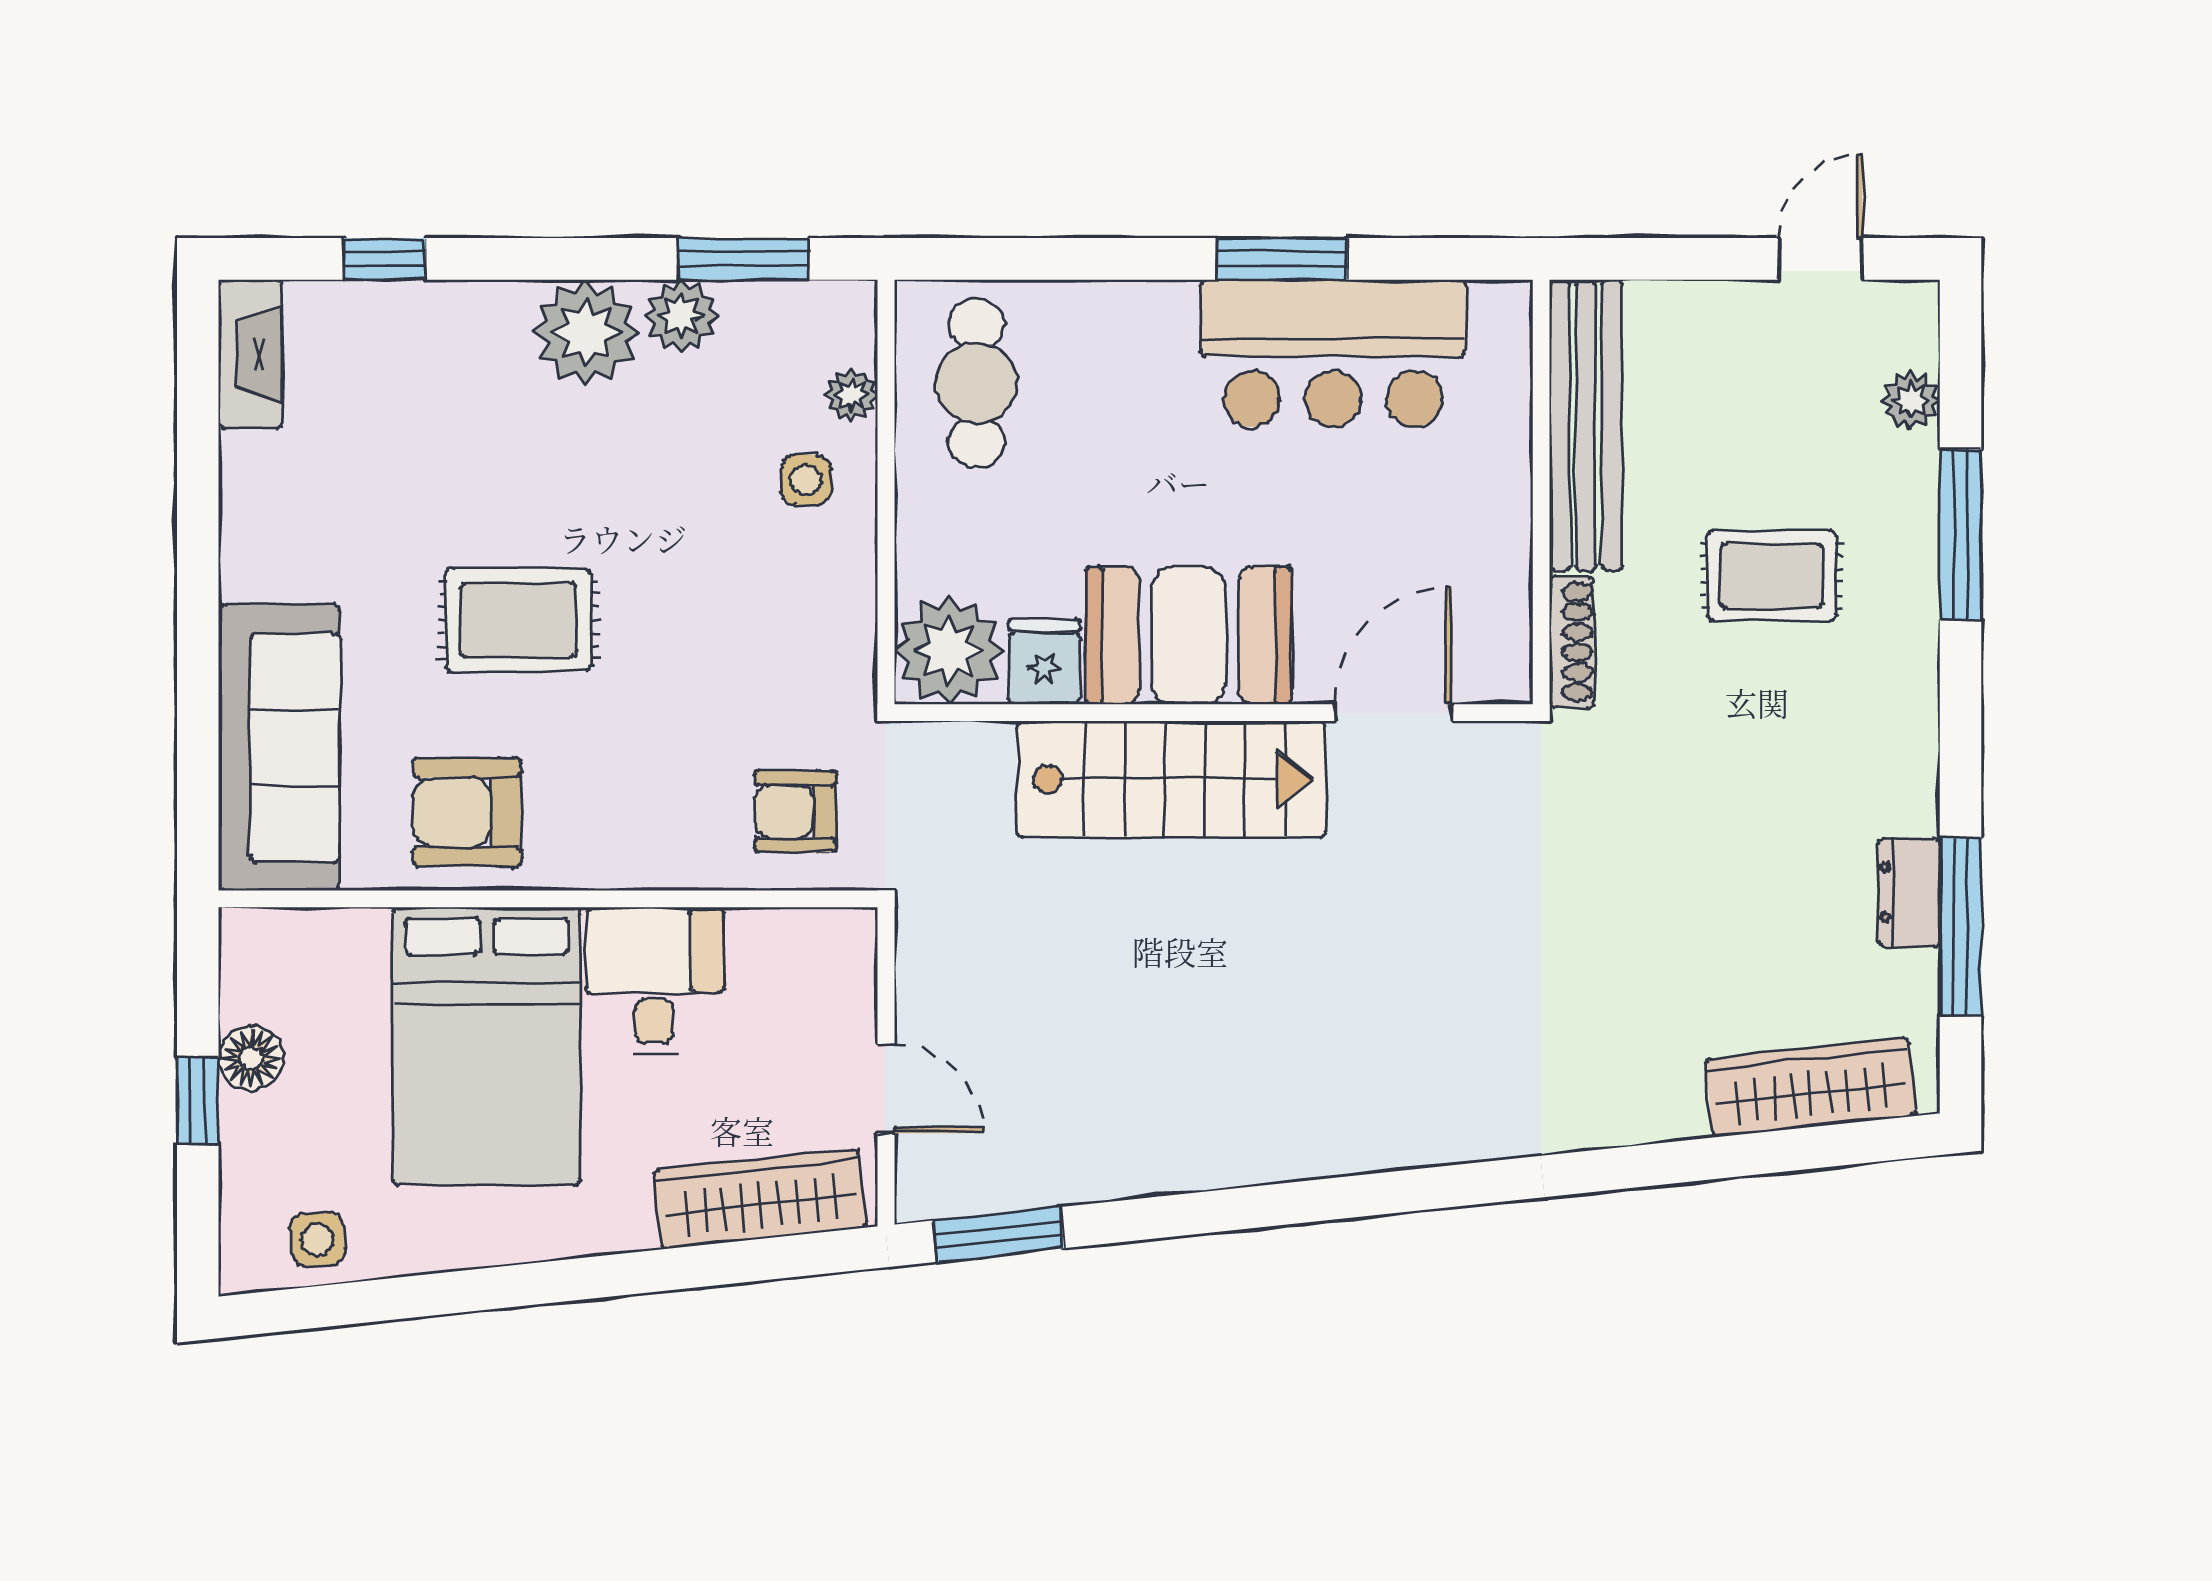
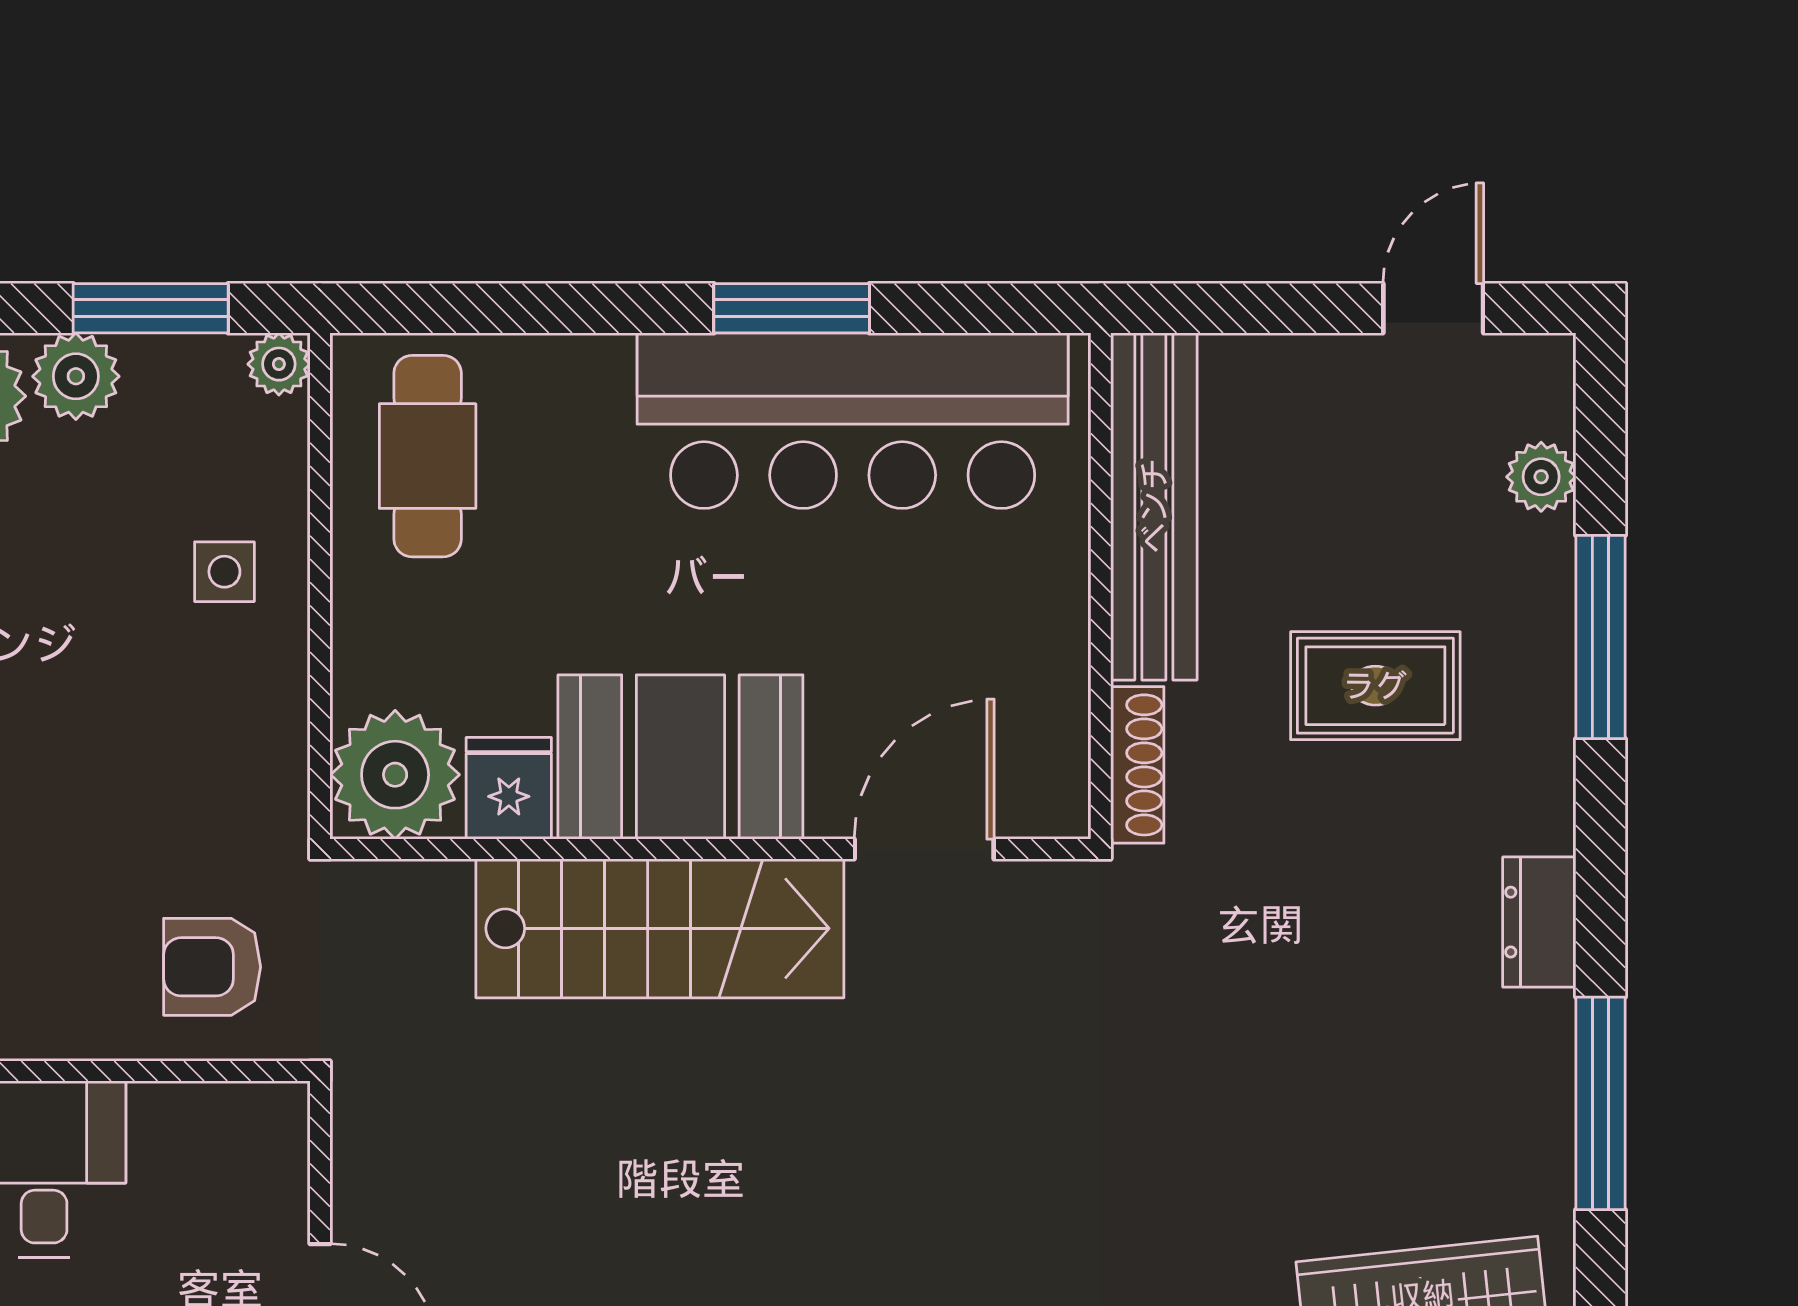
bar counter: (1333, 353) -> (853, 421), width x1.36
plant: (852, 395) -> (279, 364), moved
dresser: (1909, 892) -> (1539, 922), moved

